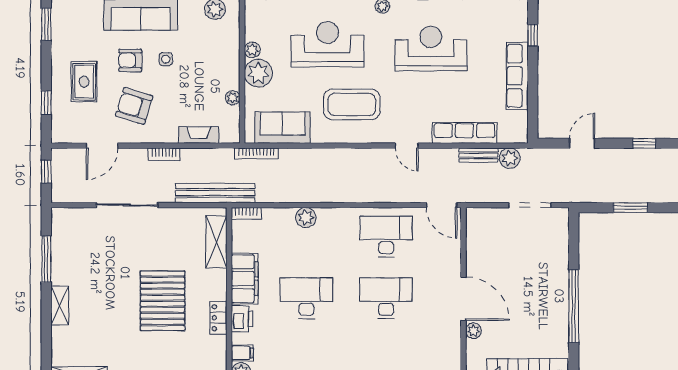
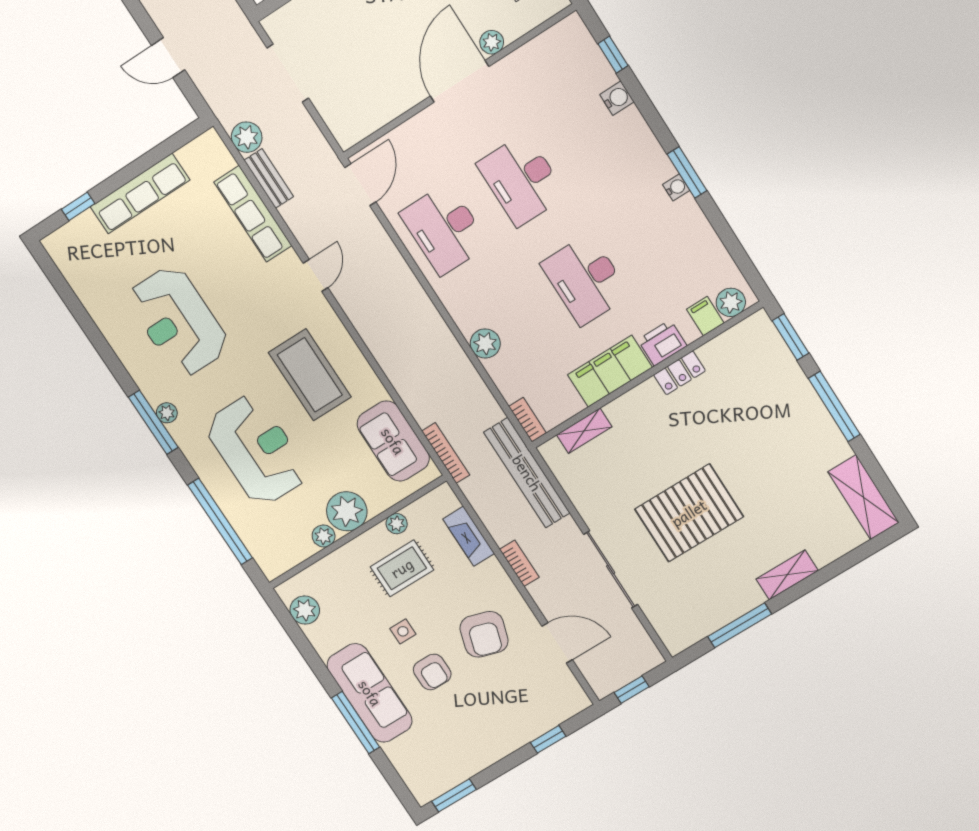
reception desk: (328, 44) -> (257, 450), turned 180
rug: (84, 82) -> (402, 568), moved
shelving: (216, 242) -> (584, 431), width x0.67, depth x0.75
pallet: (163, 301) -> (689, 513), moved

